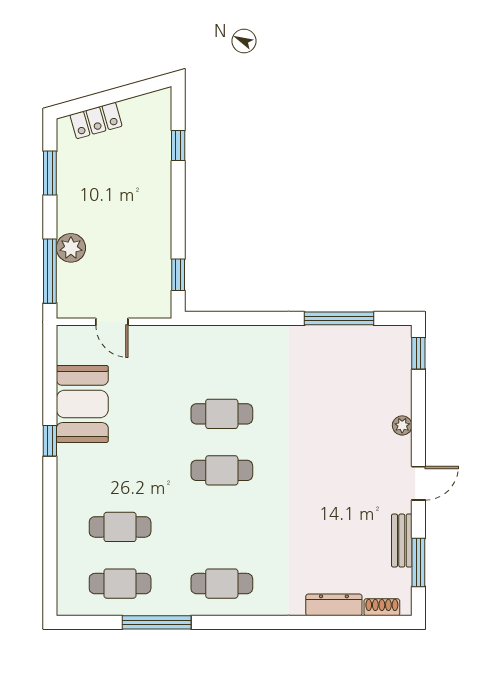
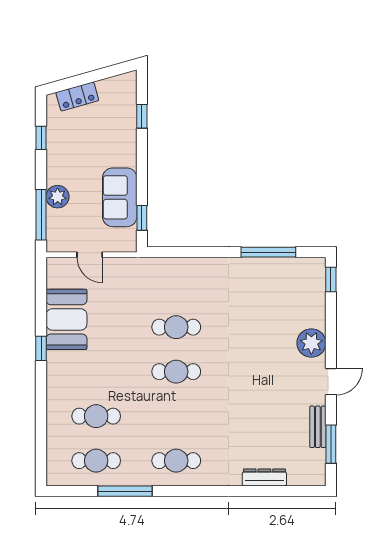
window: (50, 173) -> (41, 138), width x0.67
sofa: (150, 249) -> (120, 197), added
plant: (402, 425) -> (311, 343), width x1.88, depth x1.88
shoe rack: (382, 607) -> (302, 479), removed

